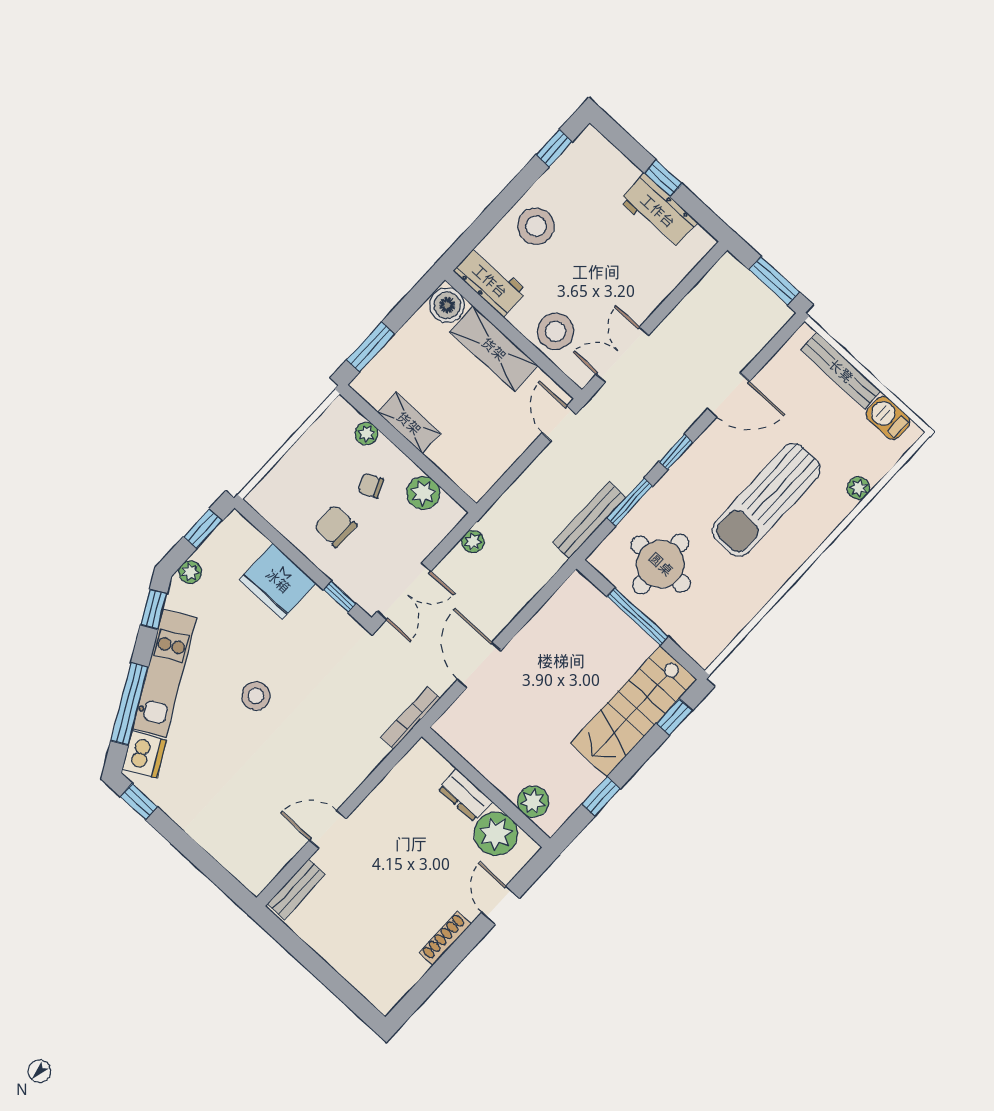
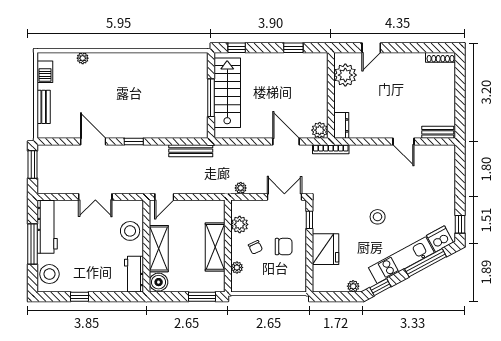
window: (554, 148) -> (79, 297), moved
window: (663, 178) -> (33, 244), width x2.17
workbench: (658, 211) -> (47, 227), width x1.38
stool: (536, 226) -> (49, 274), moved
double door: (622, 355) -> (95, 197), moved
bench: (841, 371) -> (44, 107), width x0.73
shelving: (409, 423) -> (215, 247), width x1.50, depth x1.33
sun lounger: (766, 500) -> (120, 90), removed
window: (630, 502) -> (170, 141), removed
chair: (335, 526) -> (284, 247), turned -90
window: (203, 529) -> (332, 297), removed
round table: (661, 564) -> (182, 108), removed
door: (479, 665) -> (286, 141), swing flipped
stairs: (634, 711) -> (227, 93), moved, turned -90
dresser: (465, 795) -> (341, 125), moved
plant: (533, 802) -> (320, 130), moved
shoe rack: (445, 938) -> (441, 57), moved

